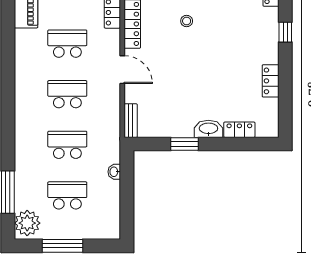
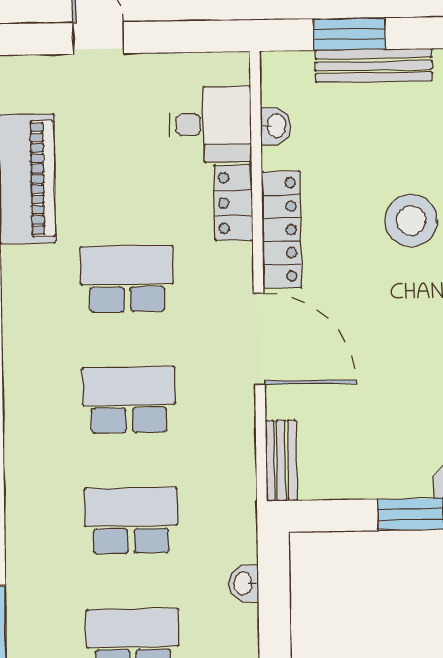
stool: (187, 21) -> (411, 221), width x1.89, depth x1.89
door: (122, 70) -> (259, 339), width x1.36

